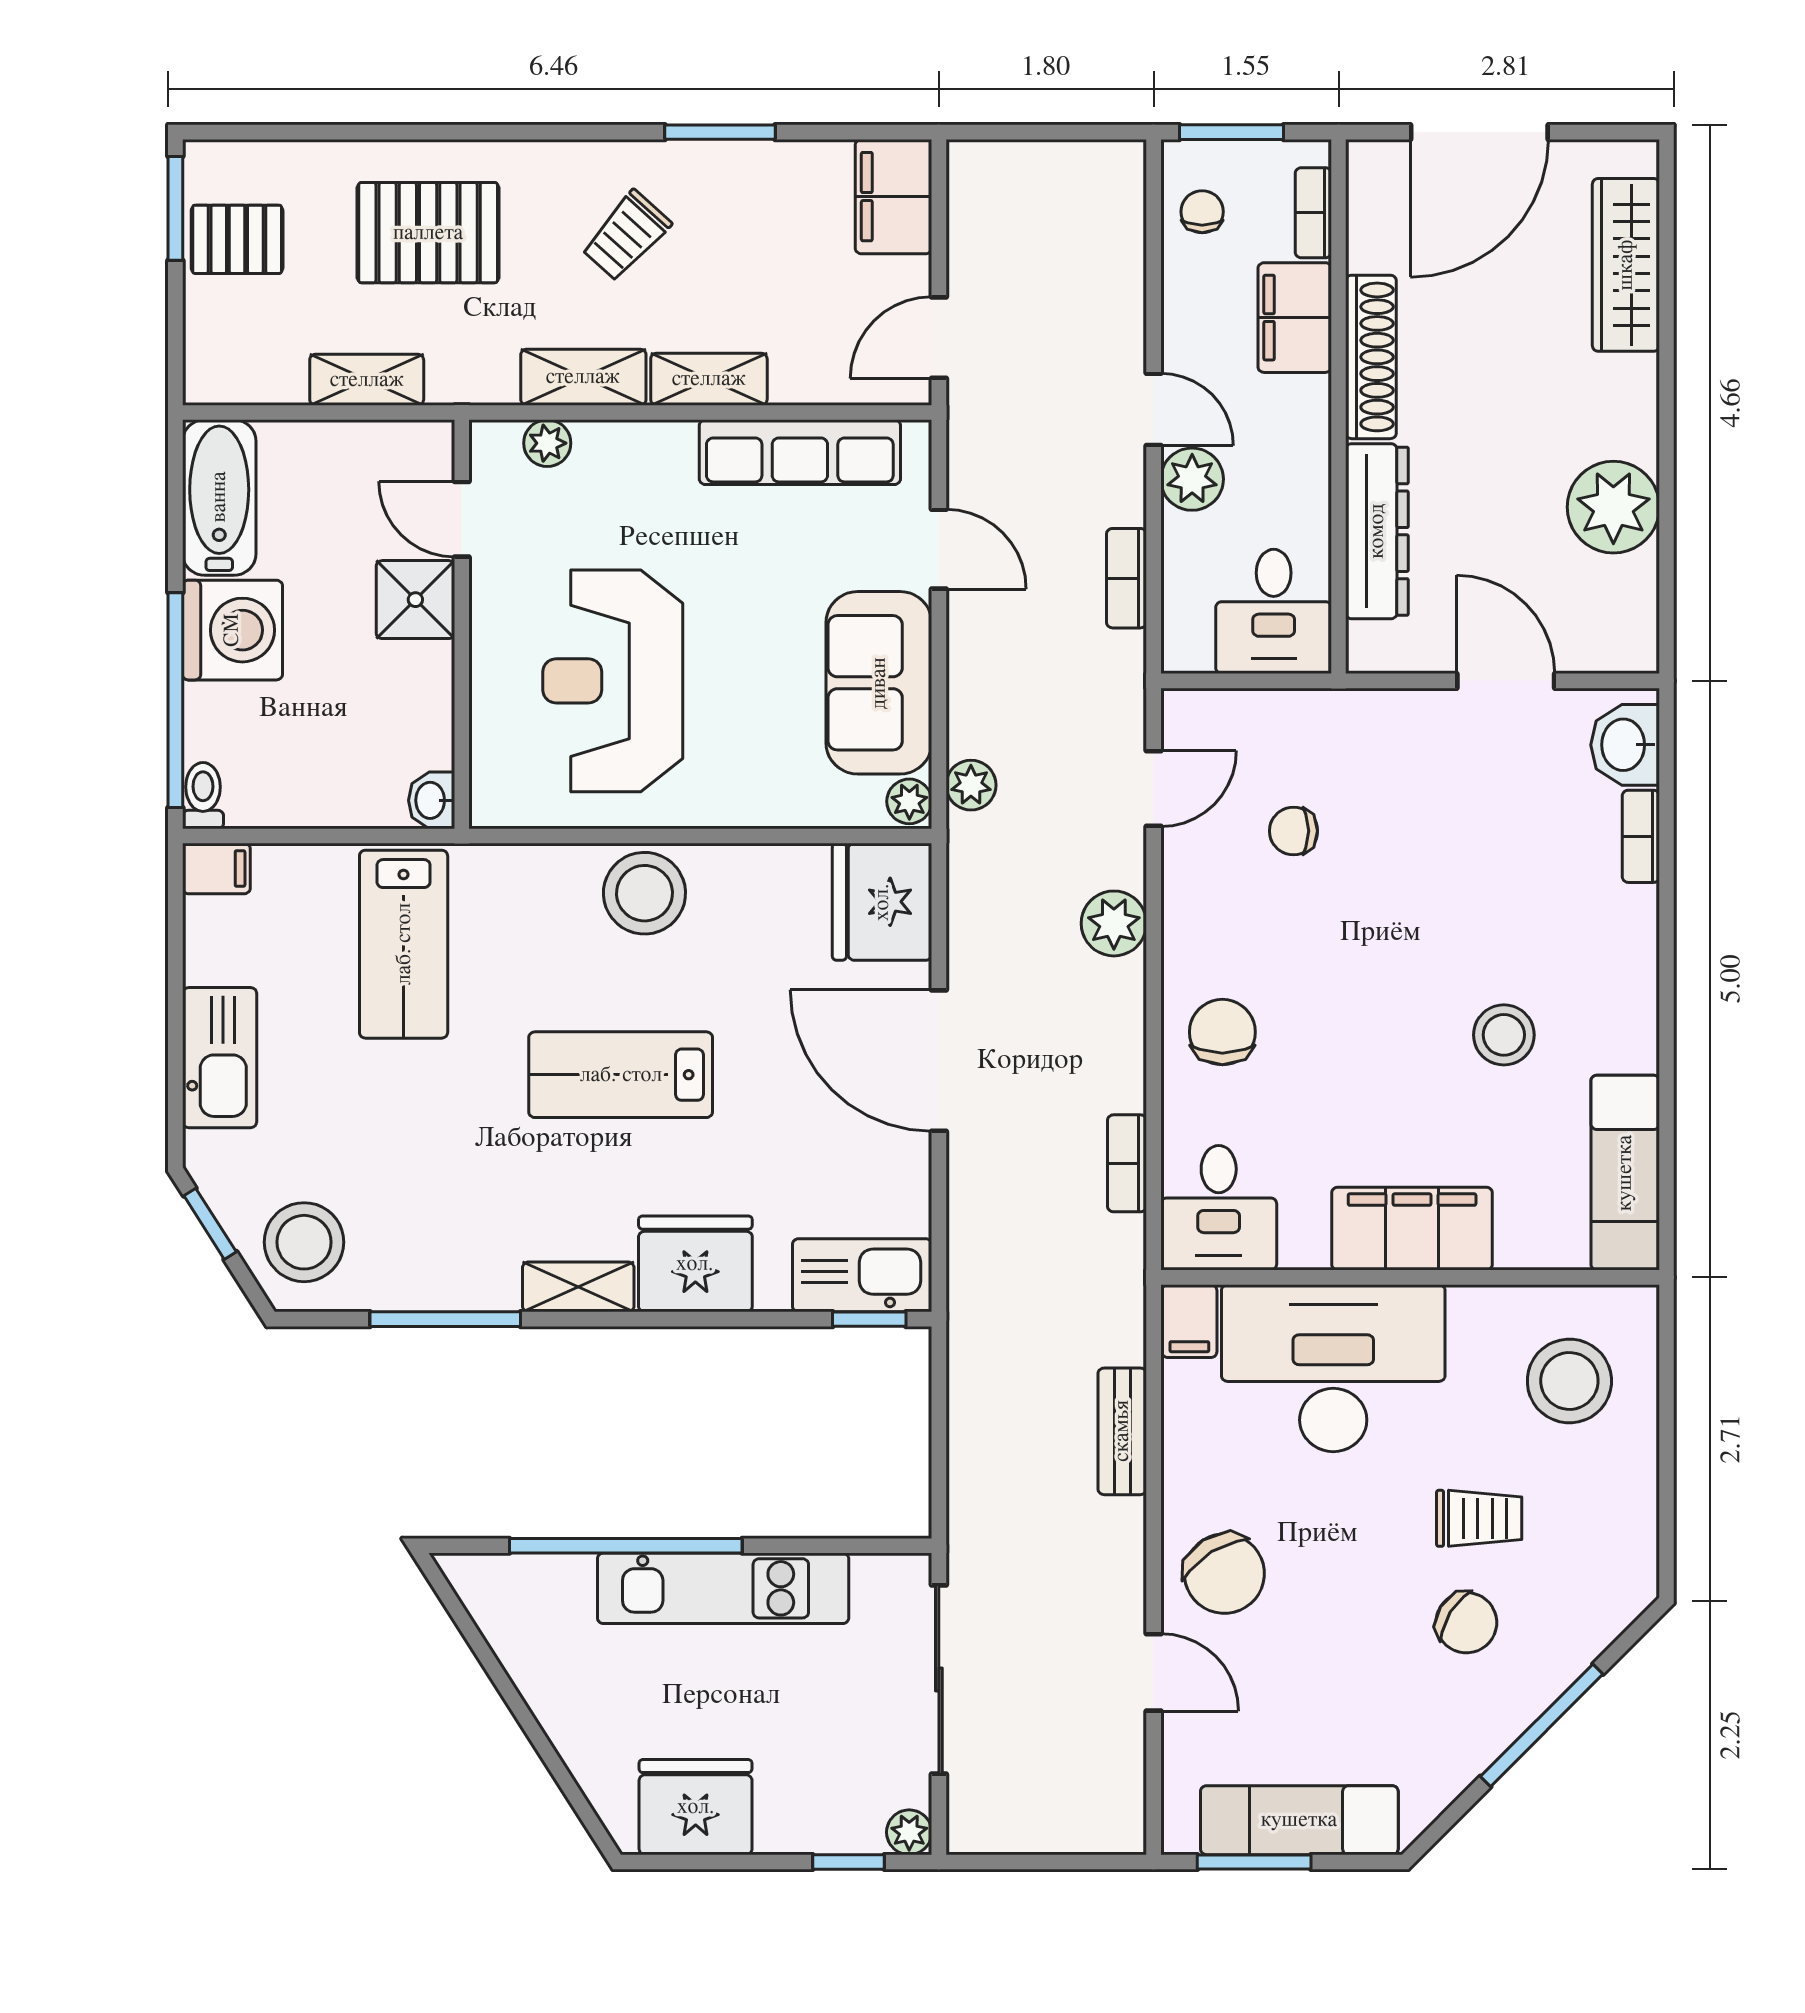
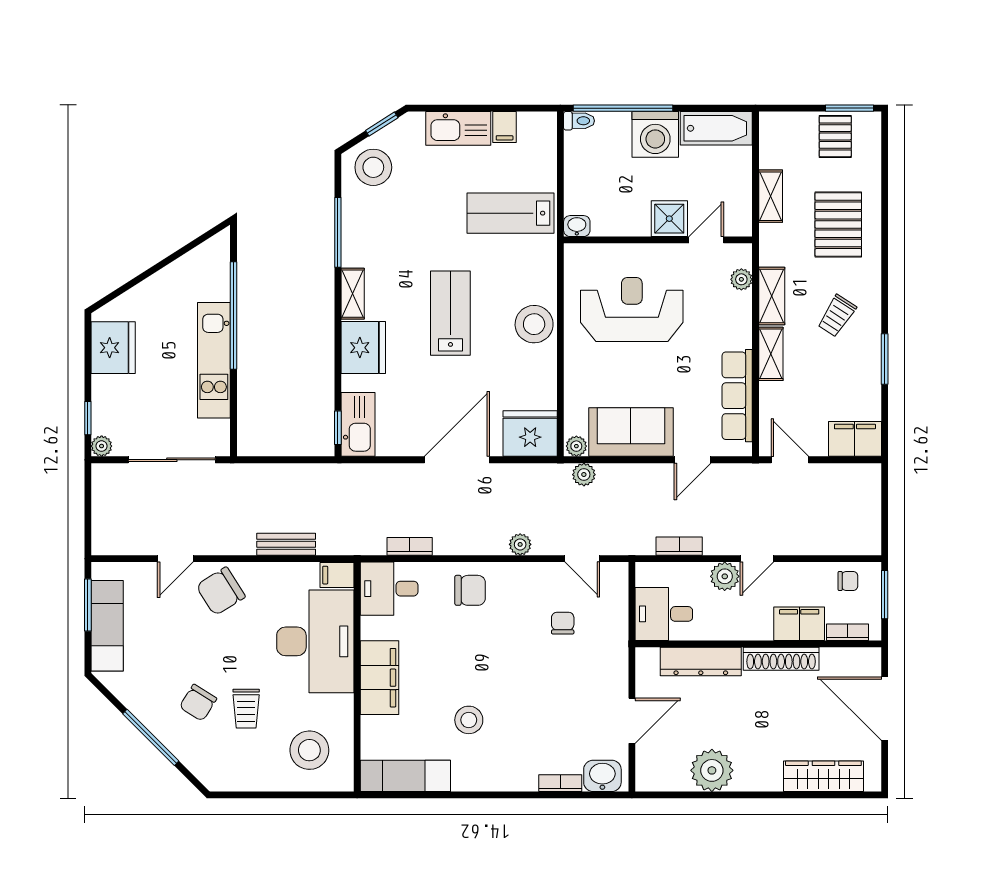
trolley: (626, 236) -> (837, 316), turned -99
filing cabinet: (216, 868) -> (505, 127), moved
plant: (1114, 923) -> (520, 544), width x0.73, depth x0.73

